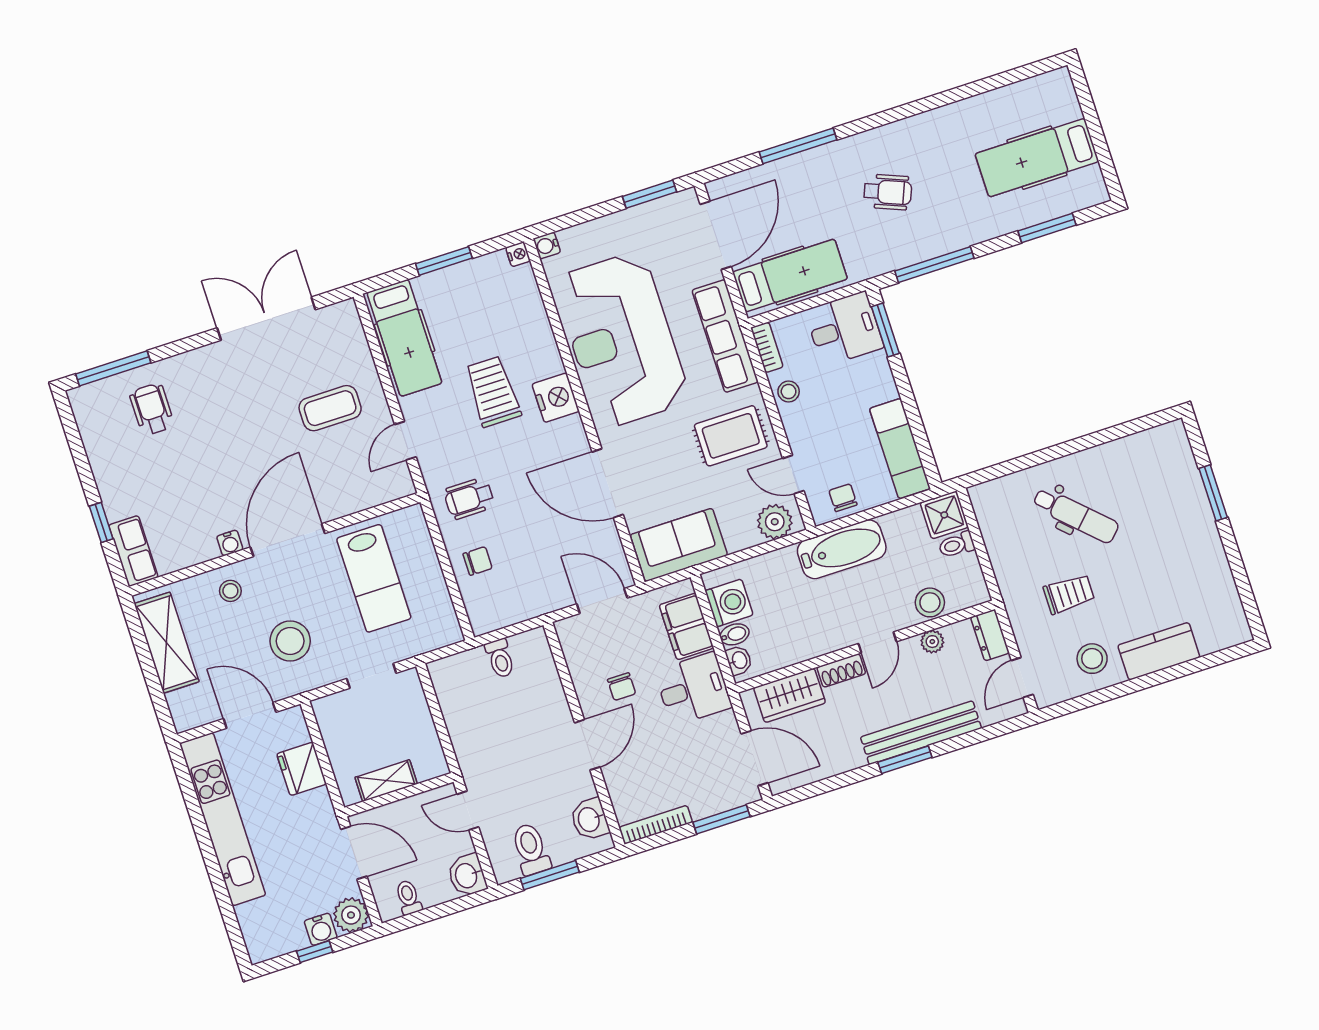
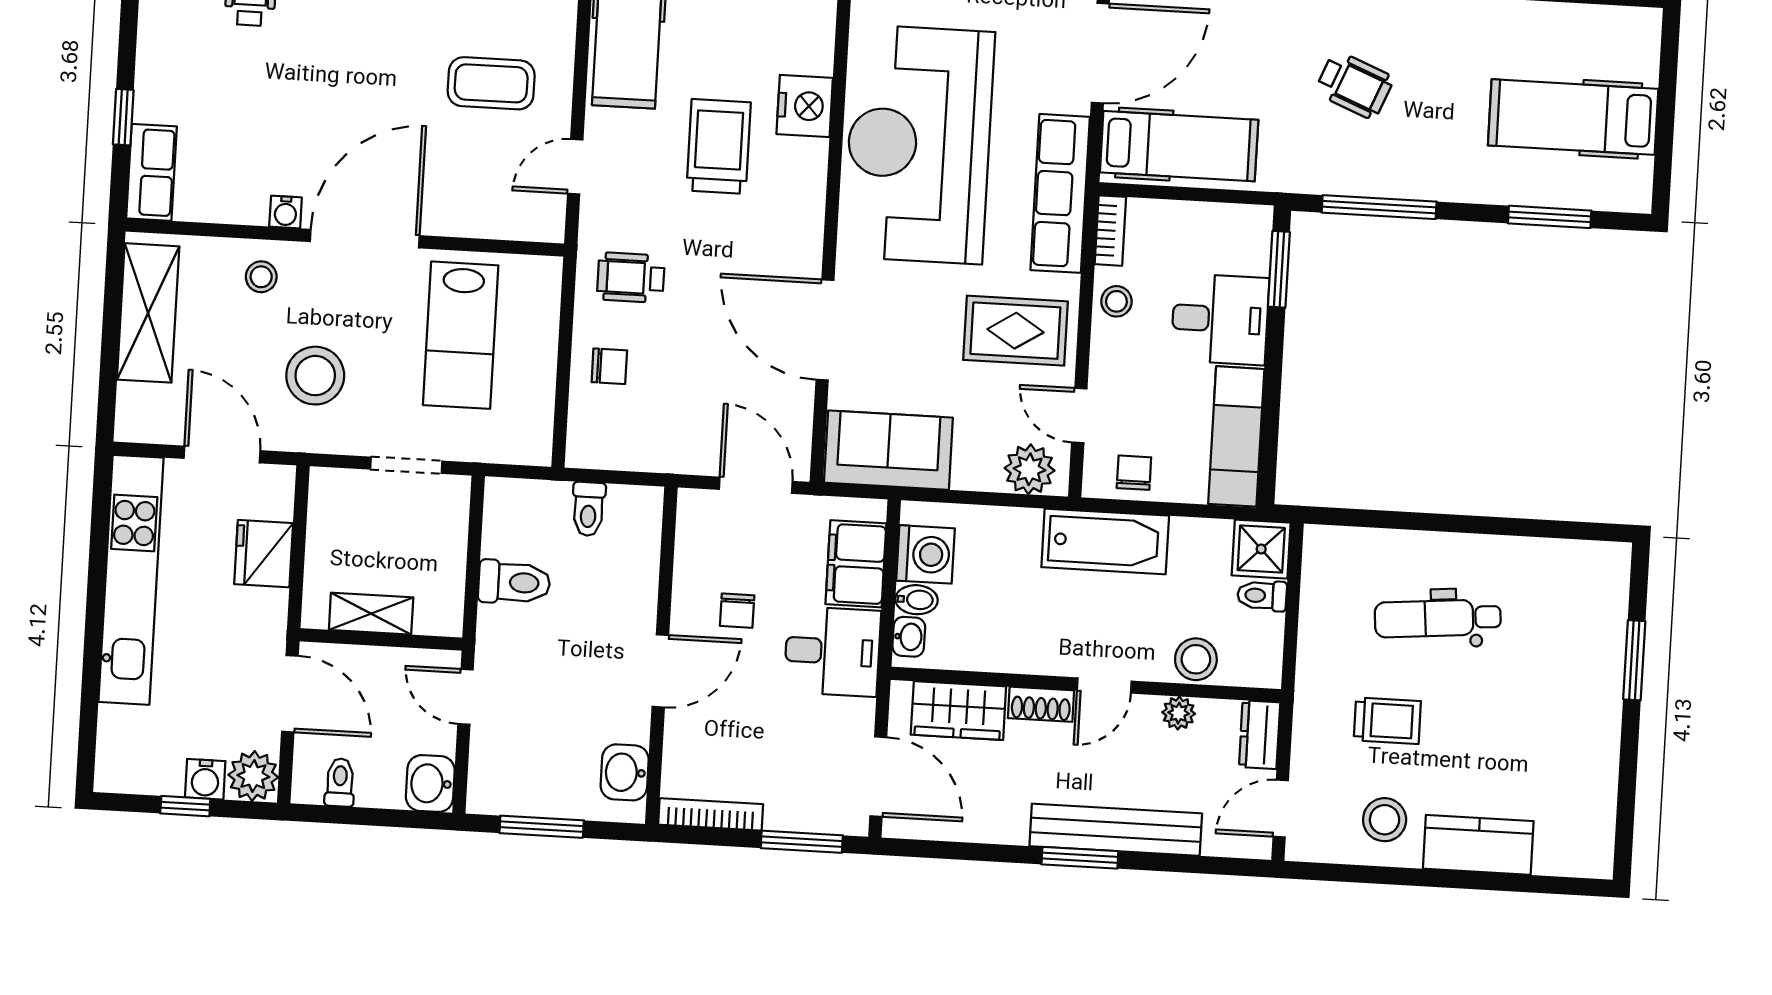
desk: (844, 329) -> (1220, 319), moved
nightstand: (556, 398) -> (805, 106), moved
dental chair: (1076, 515) -> (1438, 618), turned 131
toilet: (531, 849) -> (514, 582), moved, turned 90

